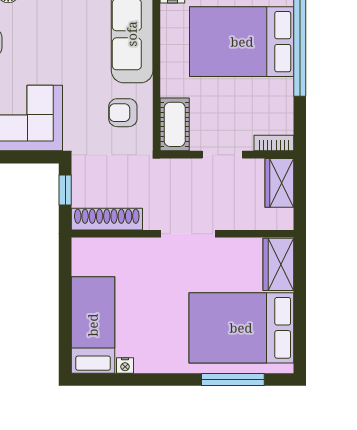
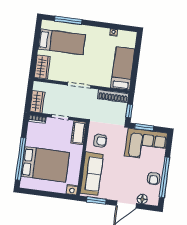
window: (26, 157) -> (144, 127), added
bed: (93, 325) -> (123, 68), moved, turned 180
bed: (241, 328) -> (62, 42), width x0.67

